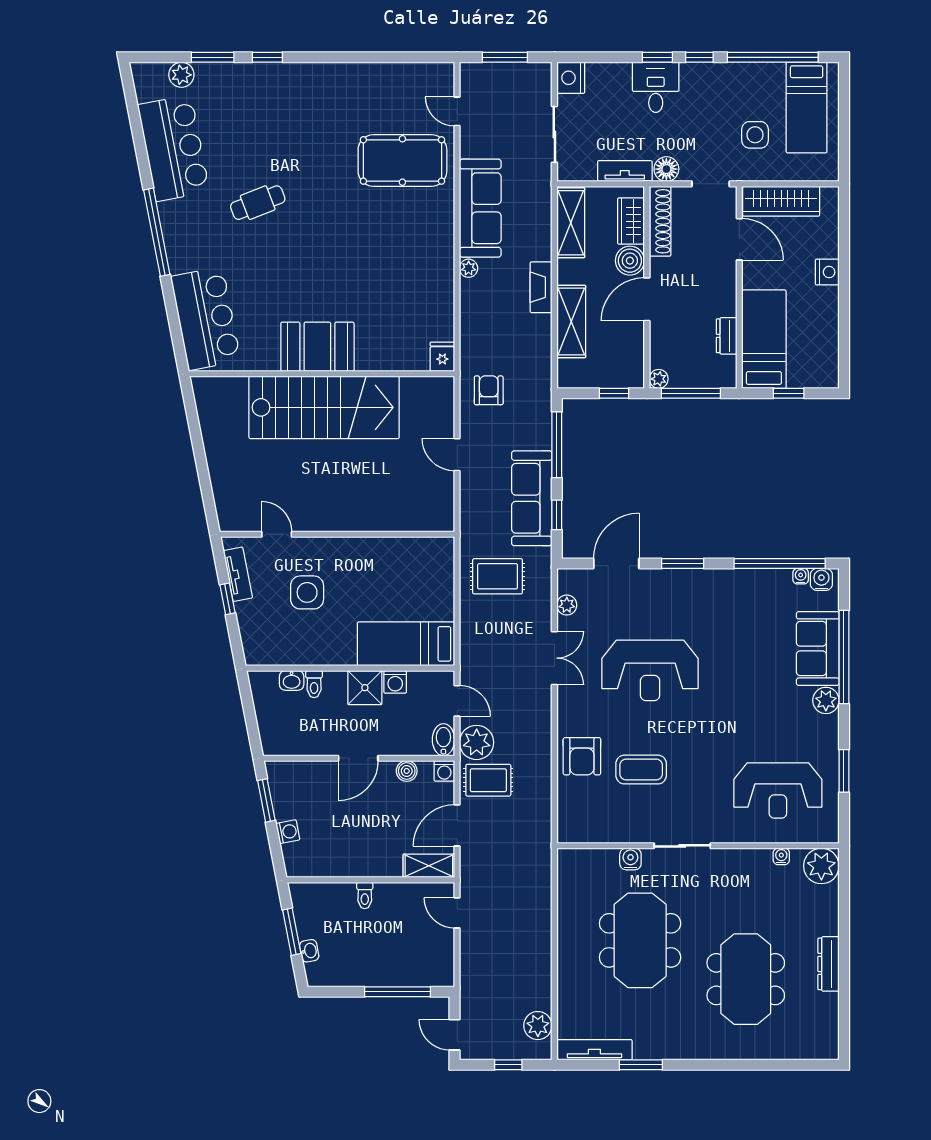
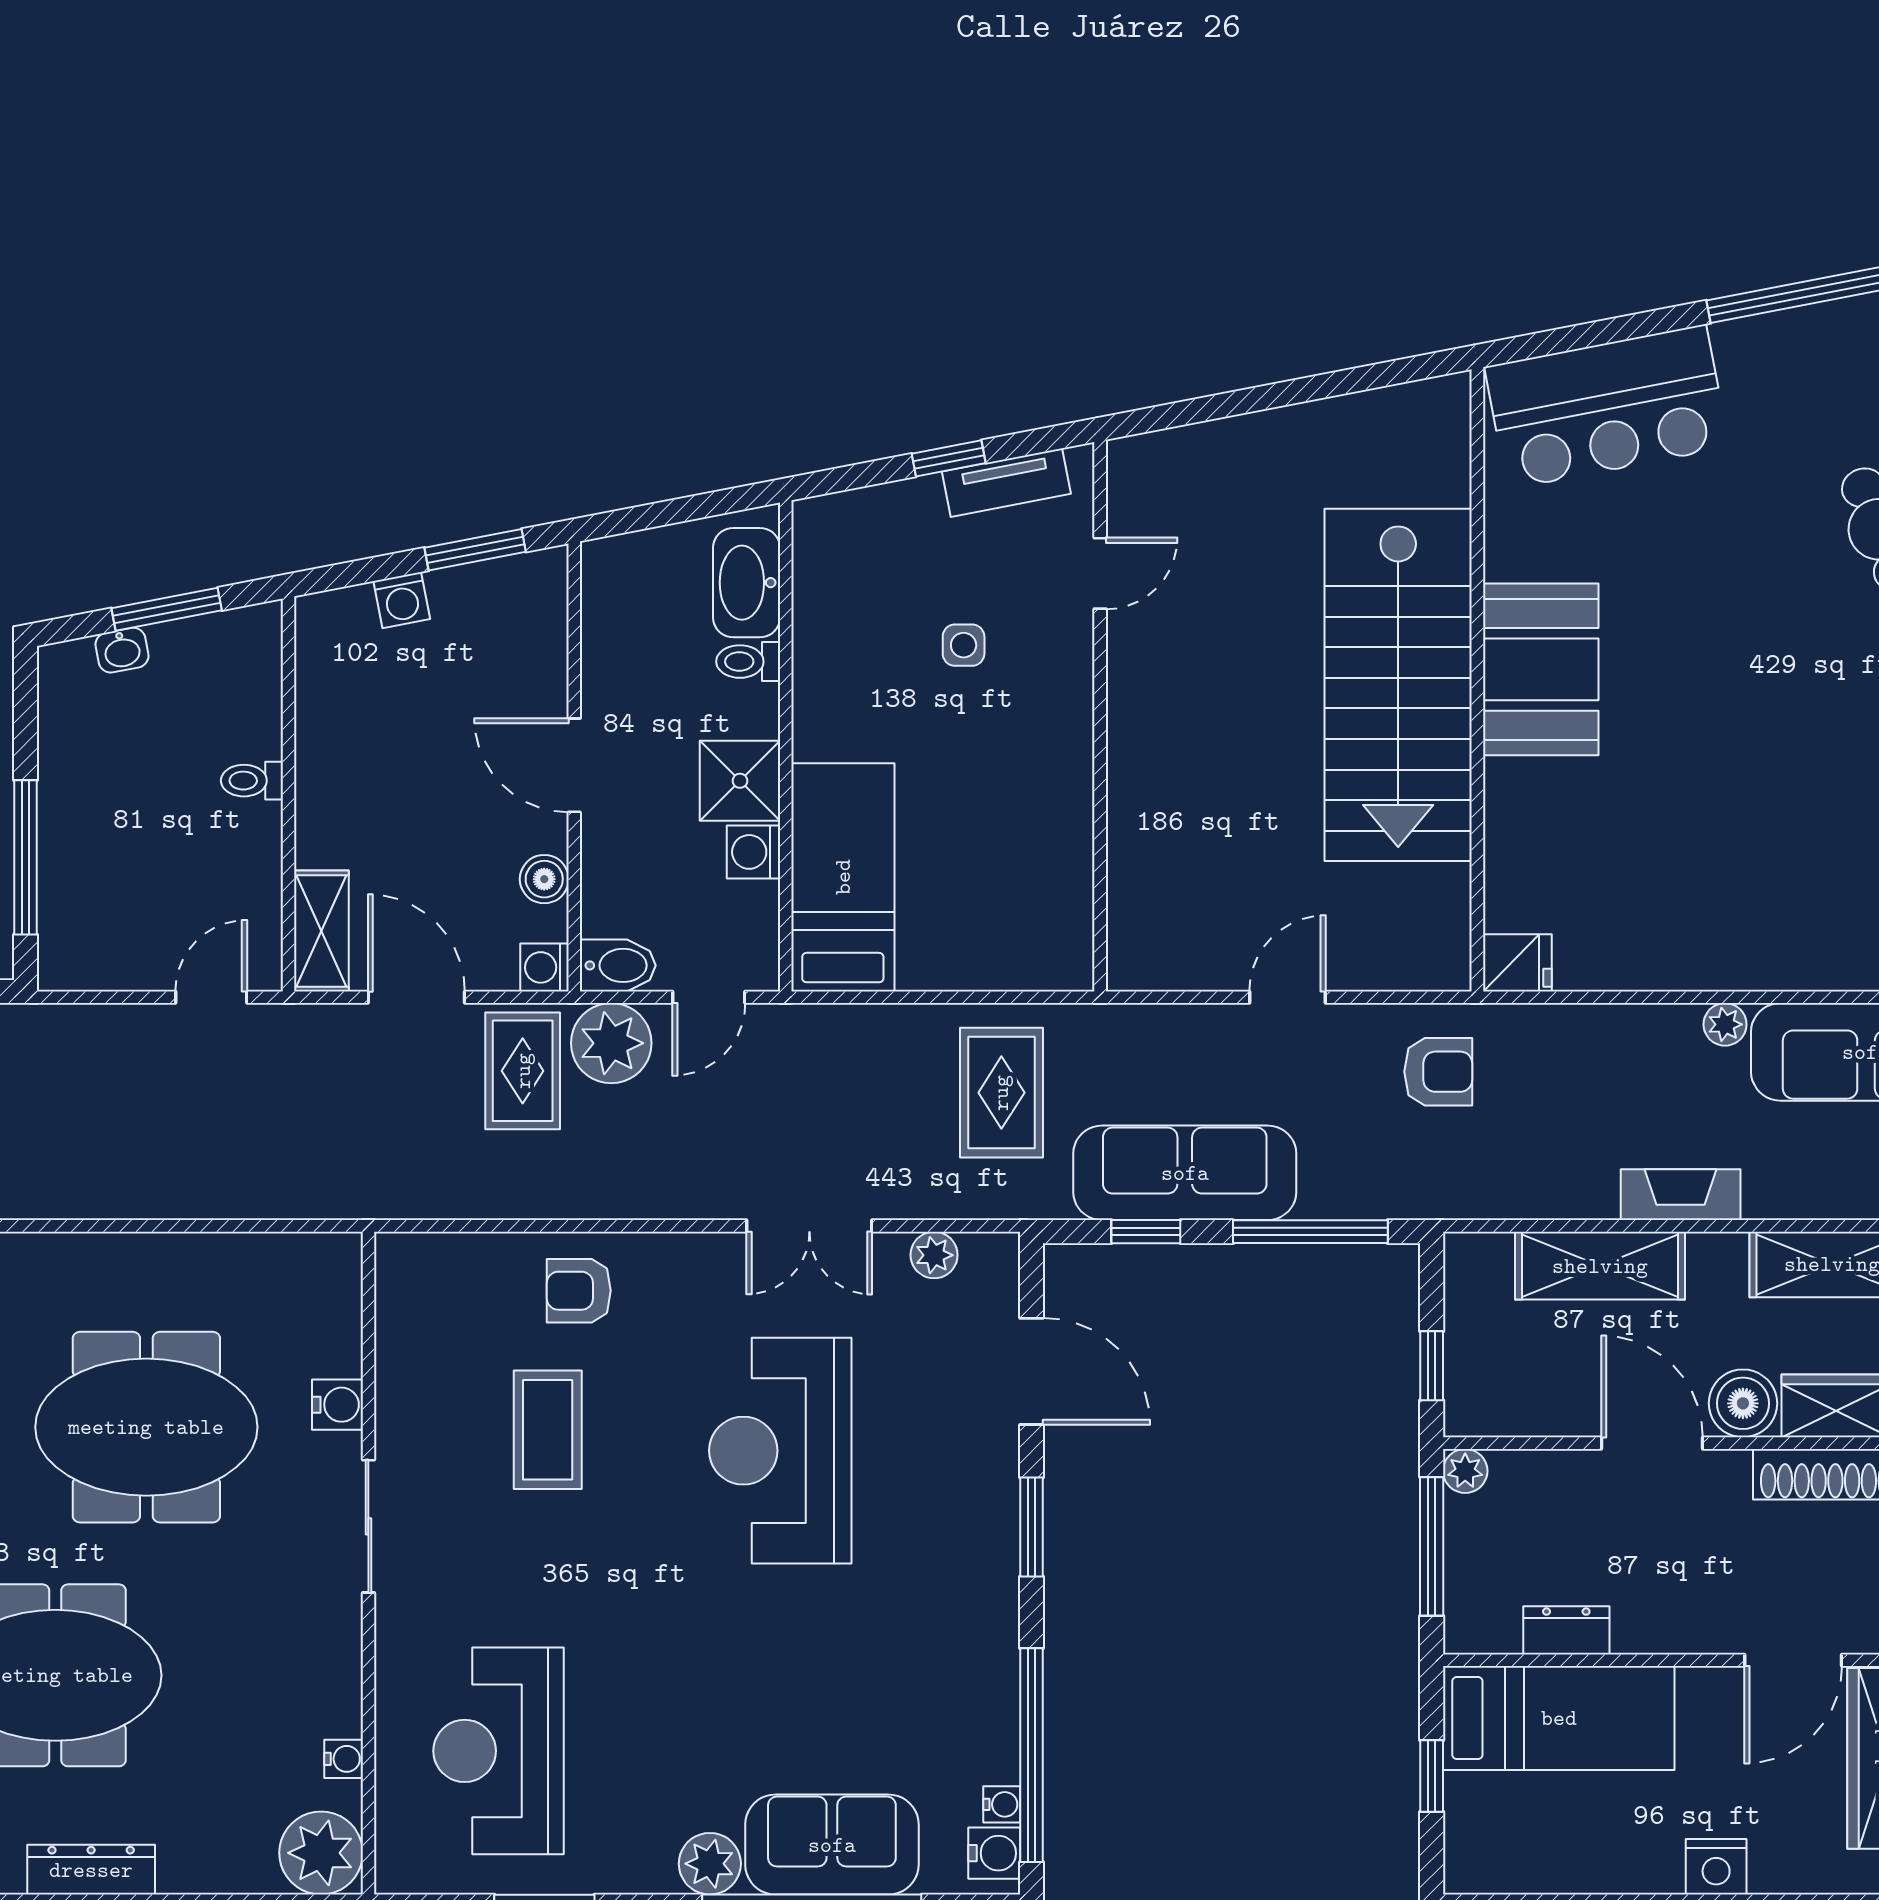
side table: (307, 592) -> (964, 645), width x0.54, depth x0.54
washbasin: (292, 680) -> (747, 583), width x1.91, depth x1.45
armchair: (582, 756) -> (579, 1291), width x0.72, depth x0.72

